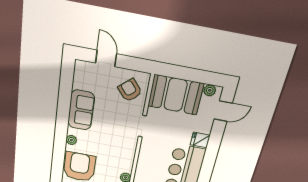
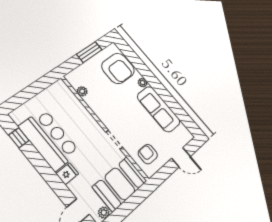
armchair: (130, 90) -> (148, 154), turned -139
sofa: (81, 110) -> (159, 109), width x1.36

